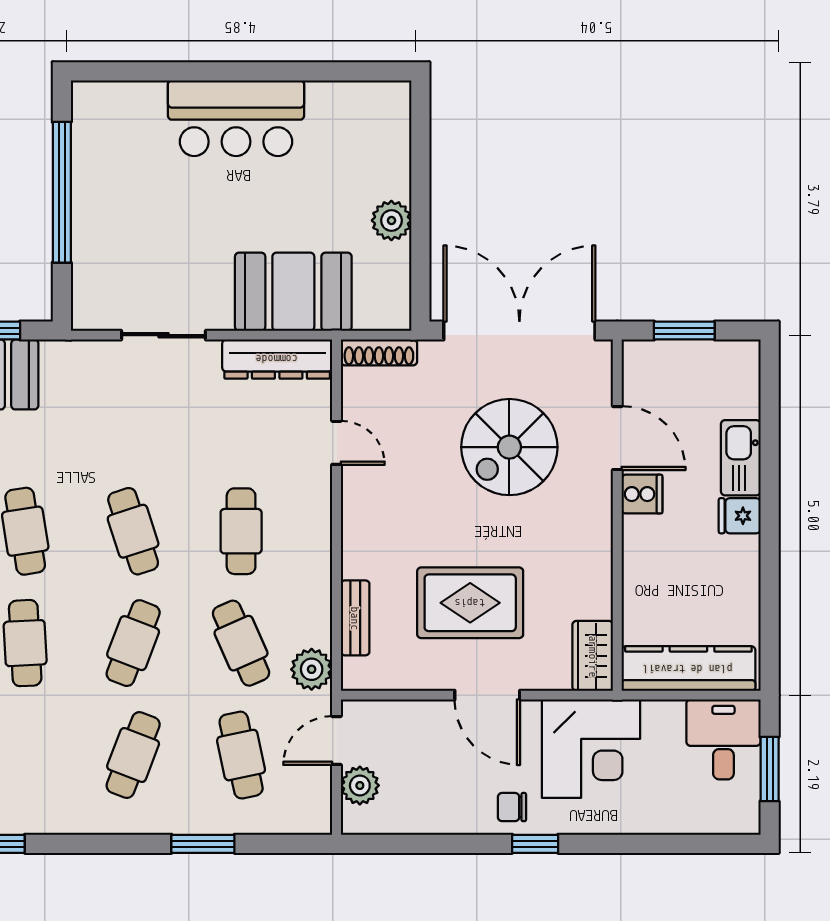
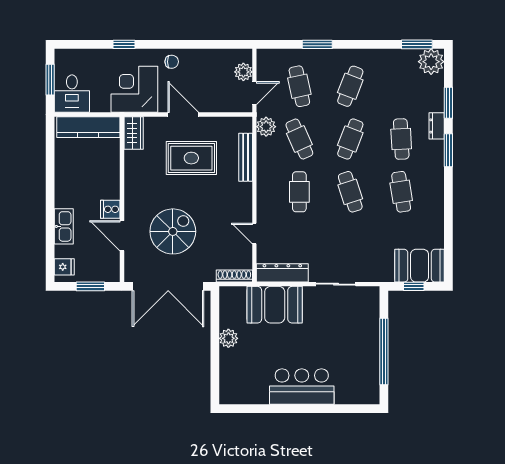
fridge: (740, 516) -> (64, 267), moved
bench: (355, 618) -> (246, 157), width x1.36
window: (535, 844) -> (124, 44), moved

